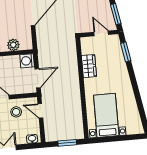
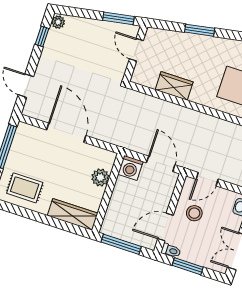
door: (101, 33) -> (136, 50), hinge flipped
window: (126, 52) -> (200, 30), moved

